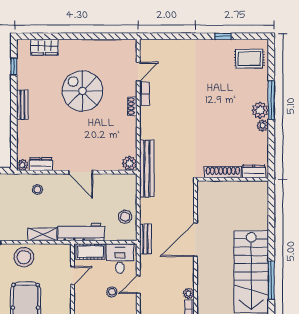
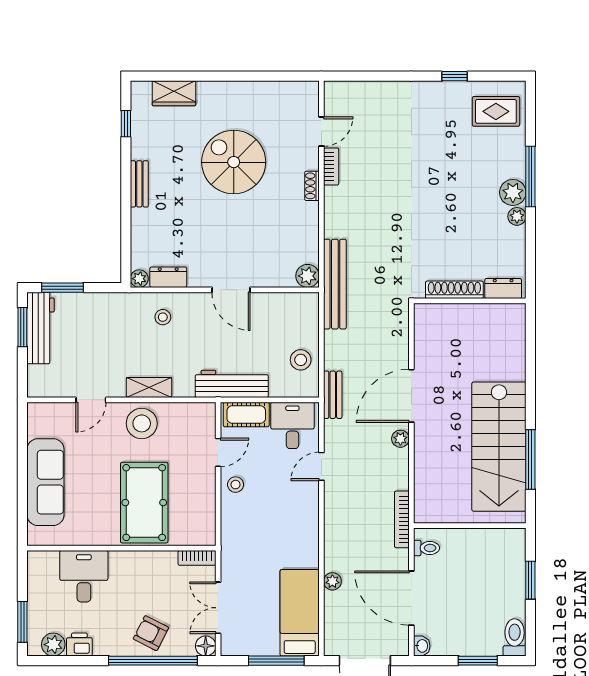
shelving: (43, 234) -> (149, 387), moved
stool: (112, 292) -> (236, 485), moved
plant: (189, 293) -> (400, 439), moved

